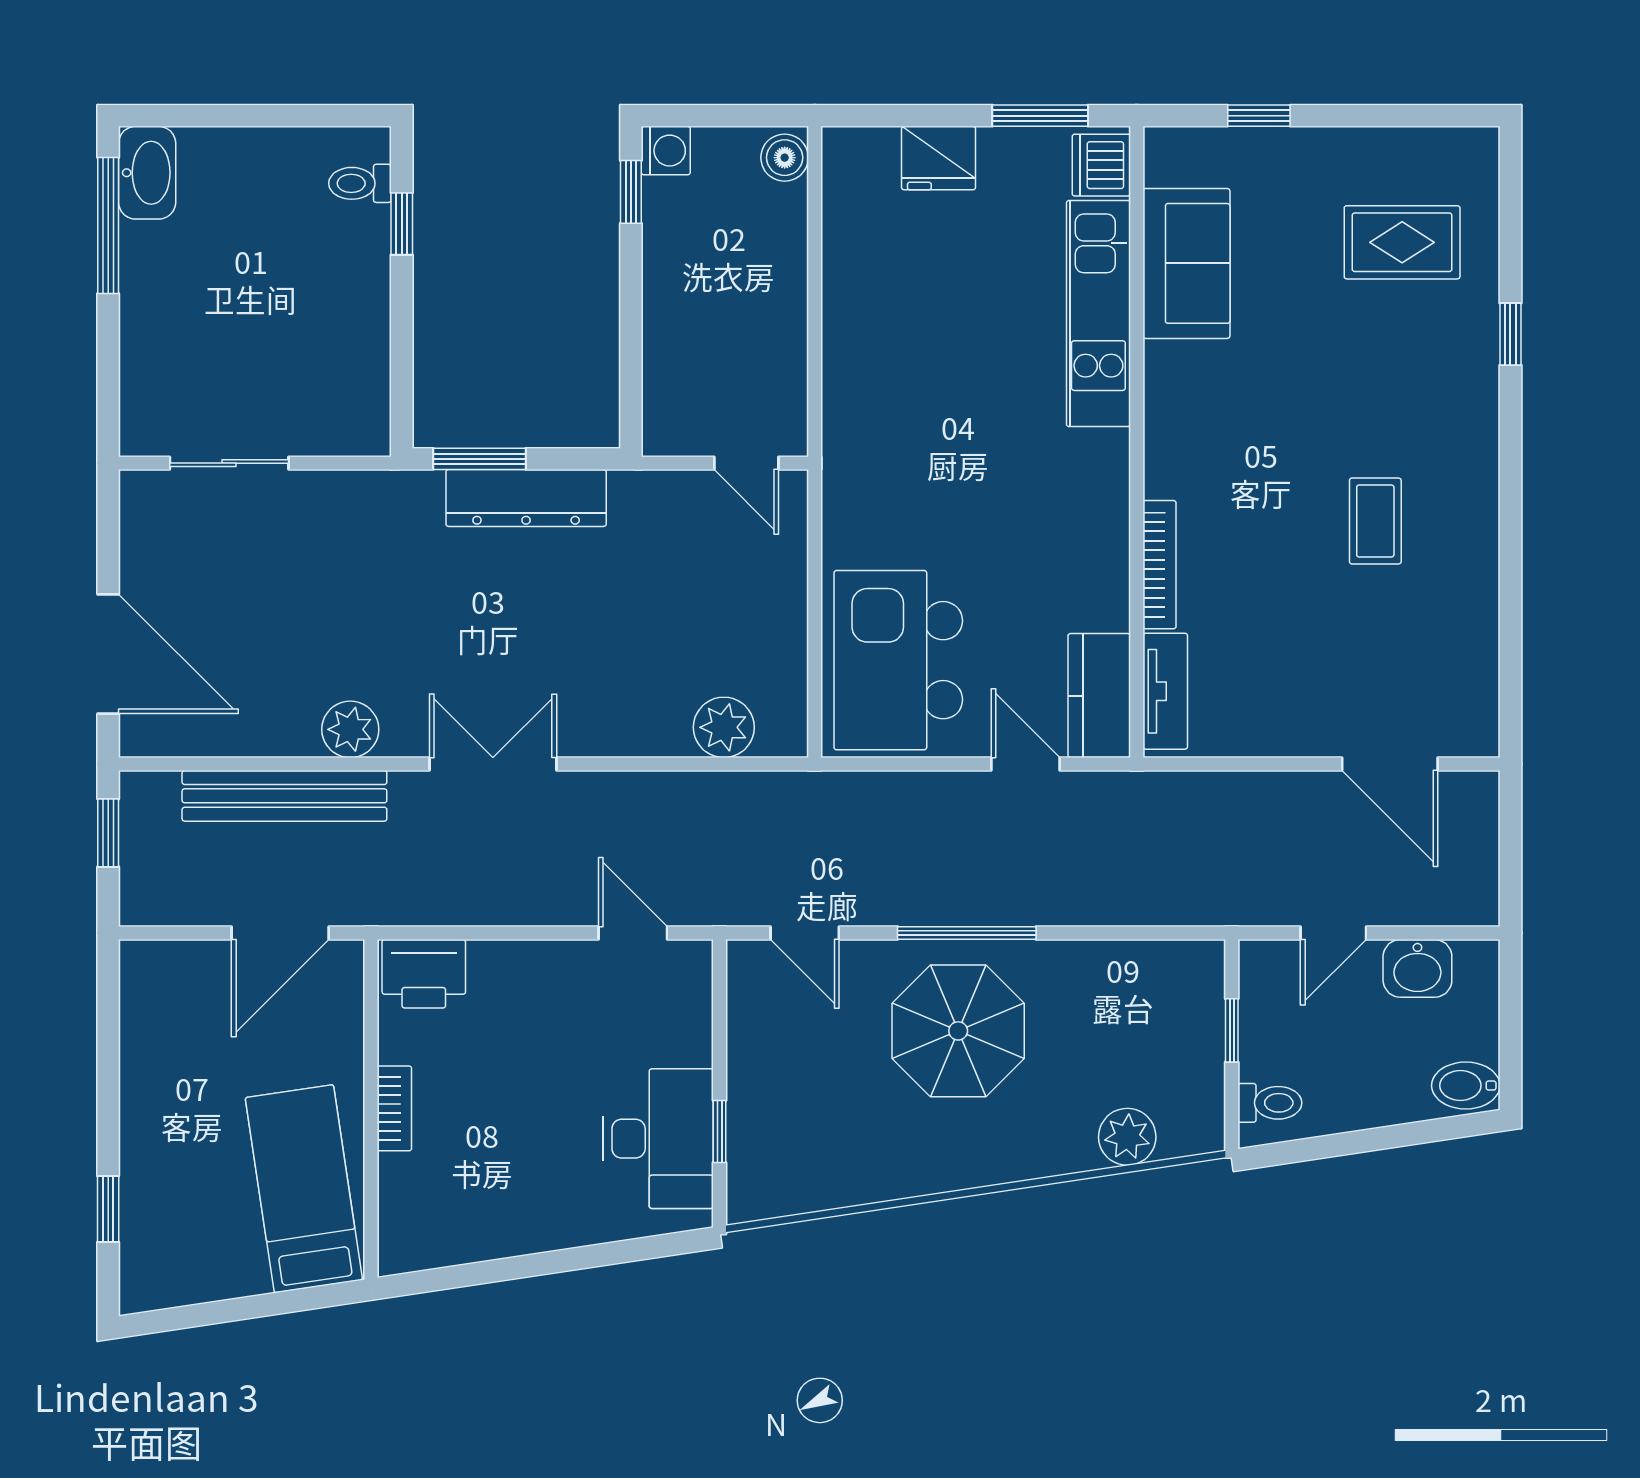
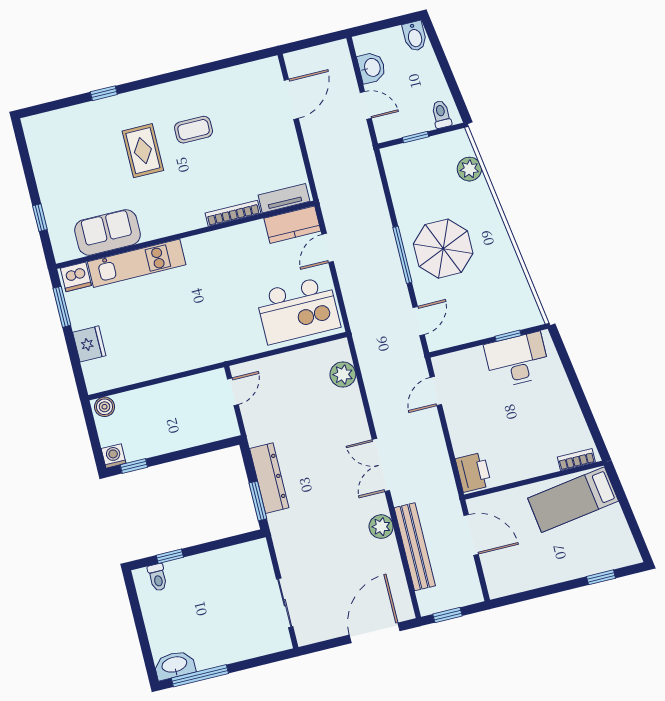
rug: (1402, 242) -> (143, 151), moved
bookcase: (394, 1108) -> (576, 460), moved

